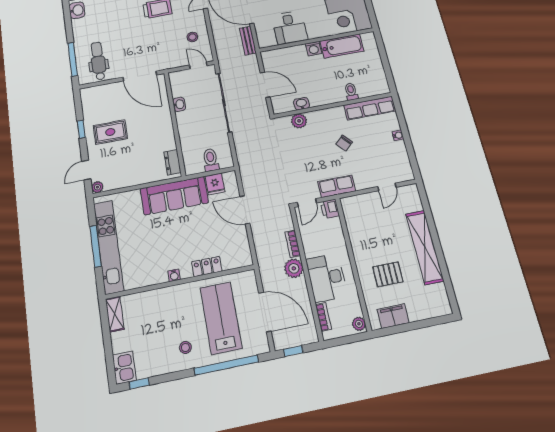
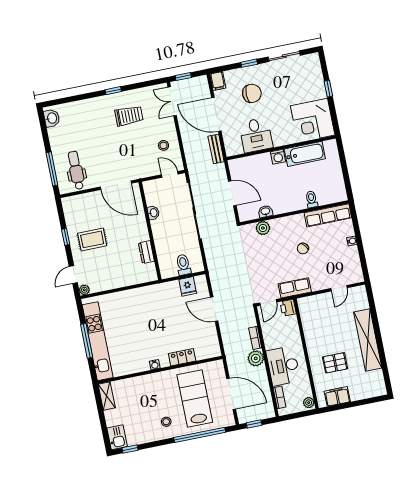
dresser: (172, 162) -> (146, 252), moved
sofa: (174, 196) -> (152, 297), removed

